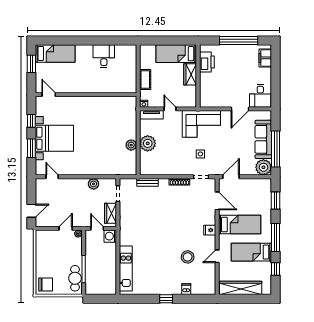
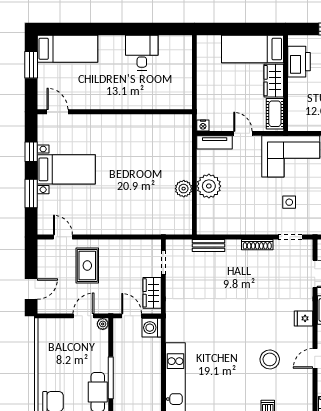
cot: (145, 80) -> (275, 114), moved
bed with nightstands: (54, 138) -> (66, 169), width x0.73
plant: (94, 184) -> (126, 248), removed
rug: (68, 195) -> (87, 266), added

